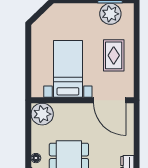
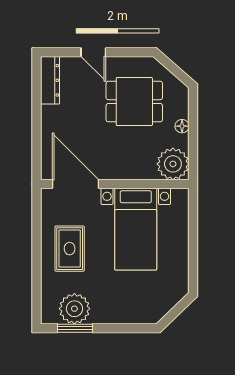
floor lamp: (36, 158) -> (182, 126), moved

